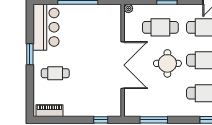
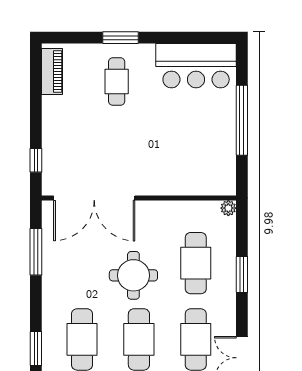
window: (30, 54) -> (120, 38), moved
double door: (123, 65) -> (94, 198), moved

